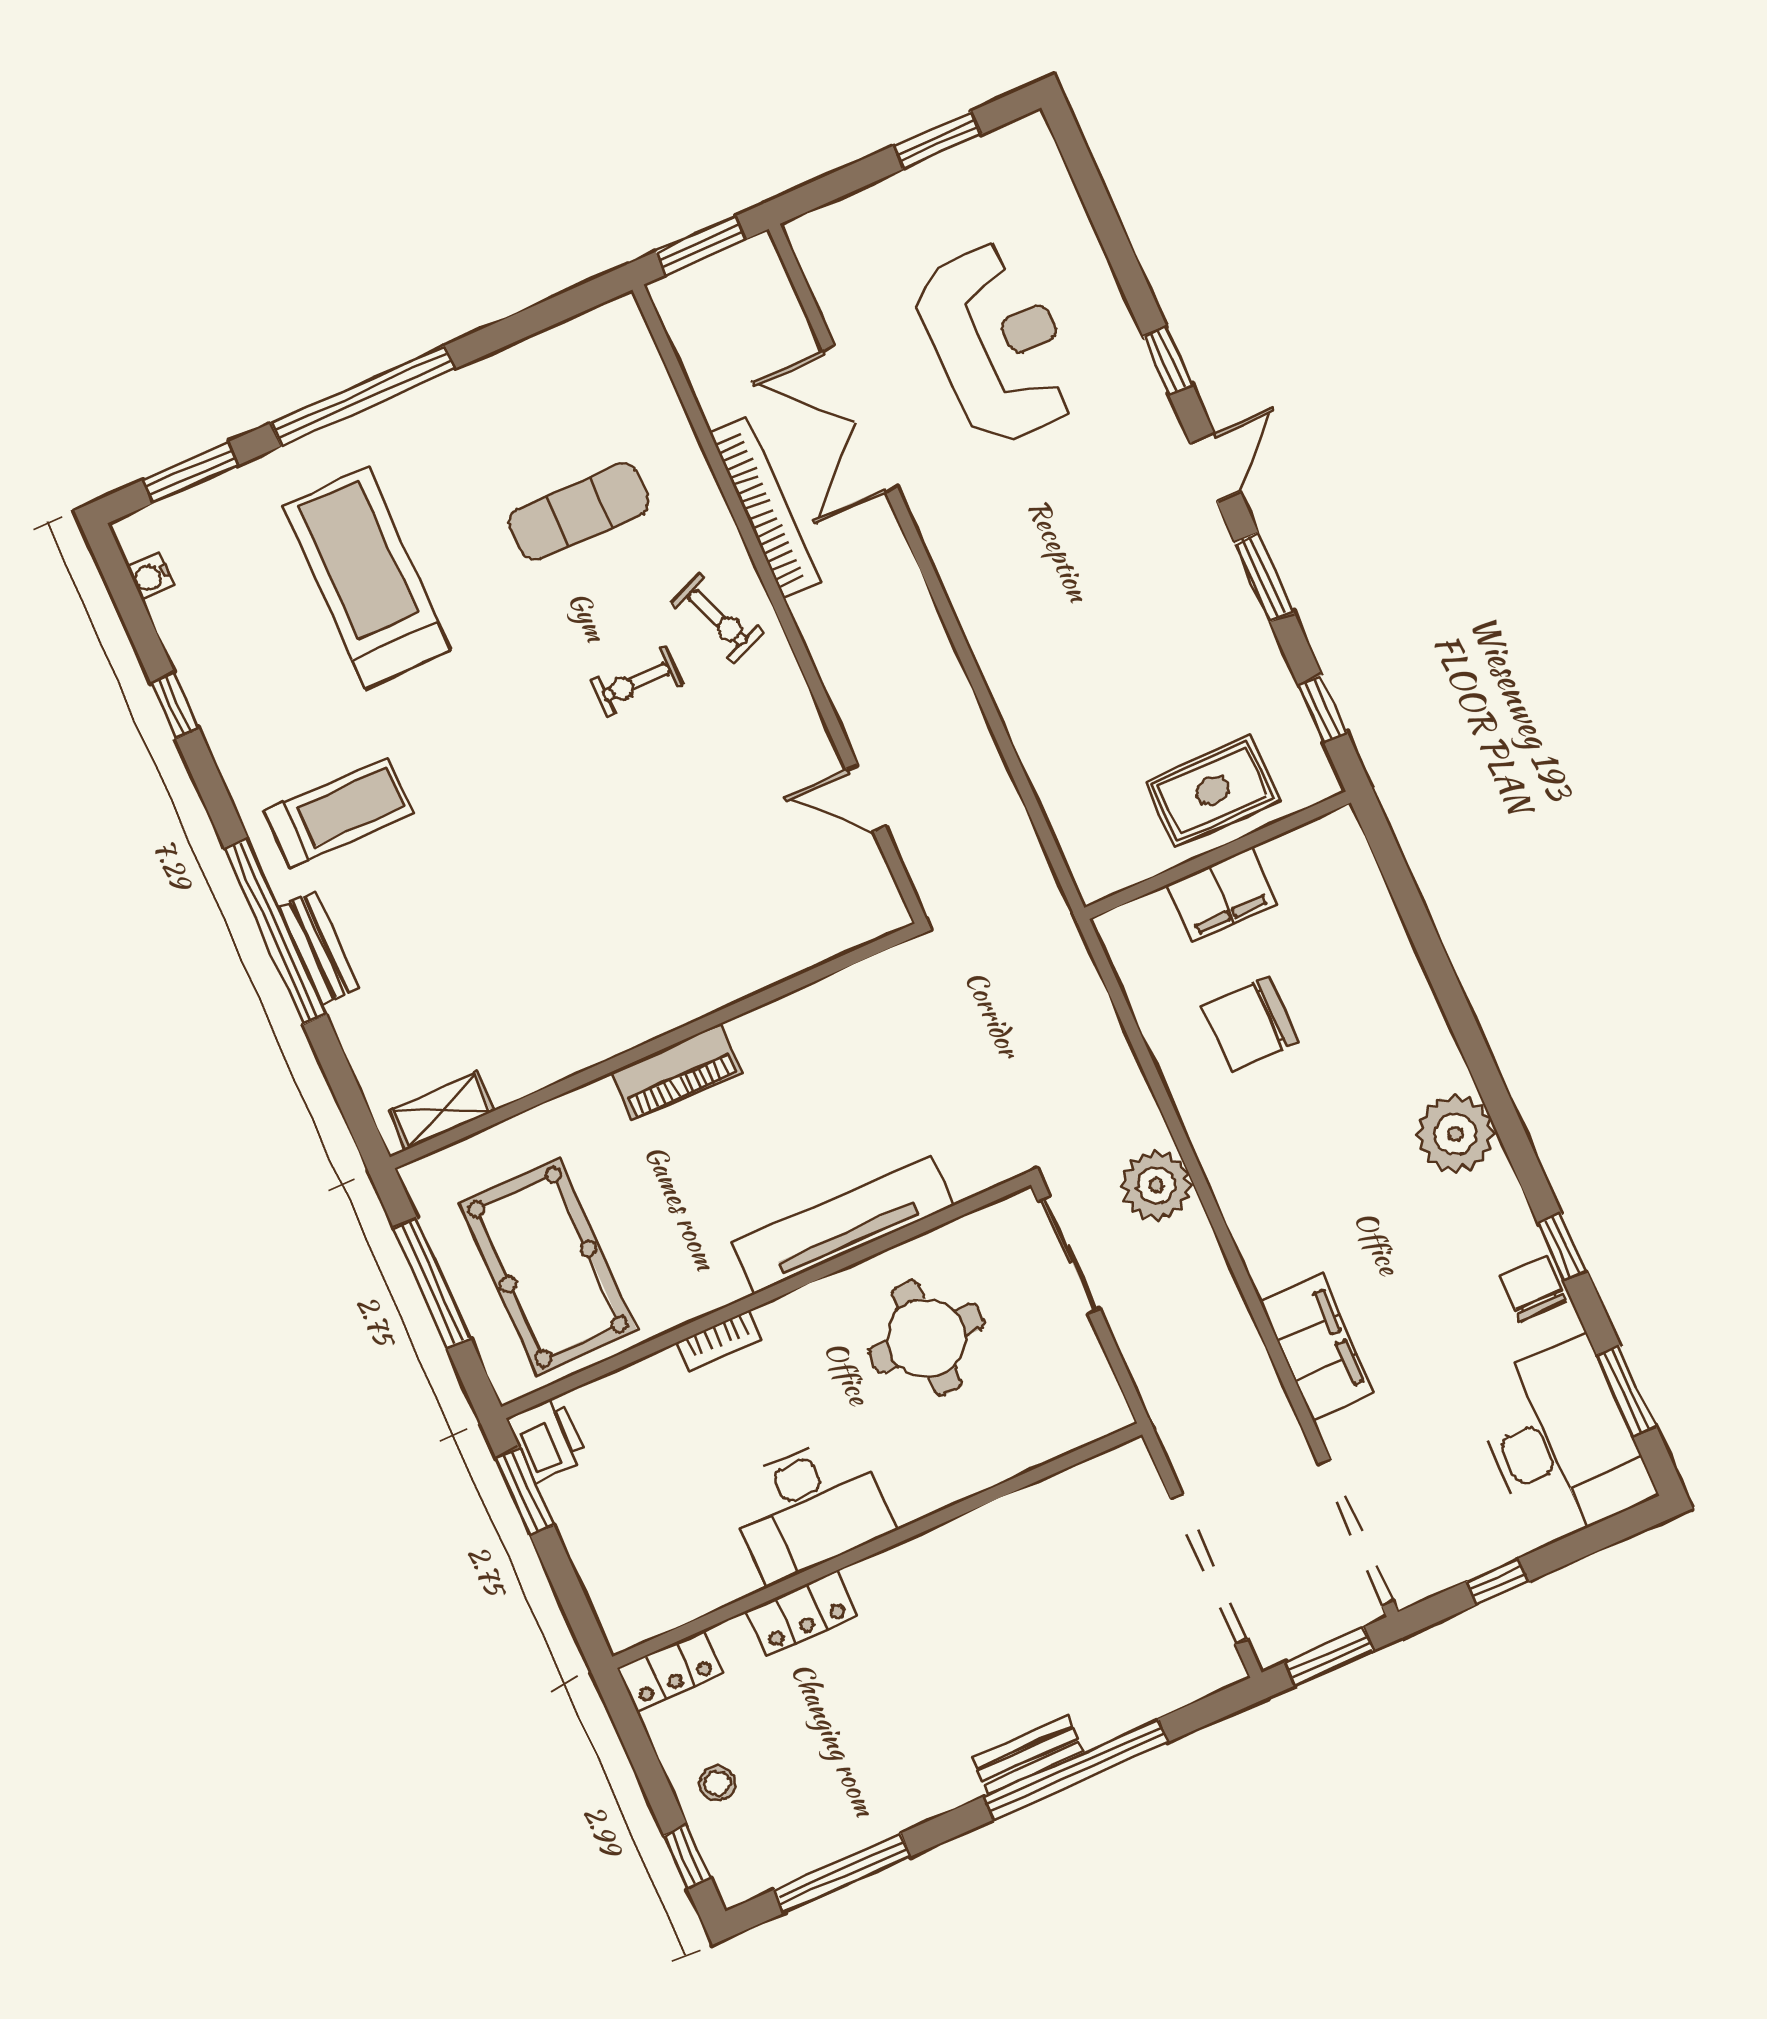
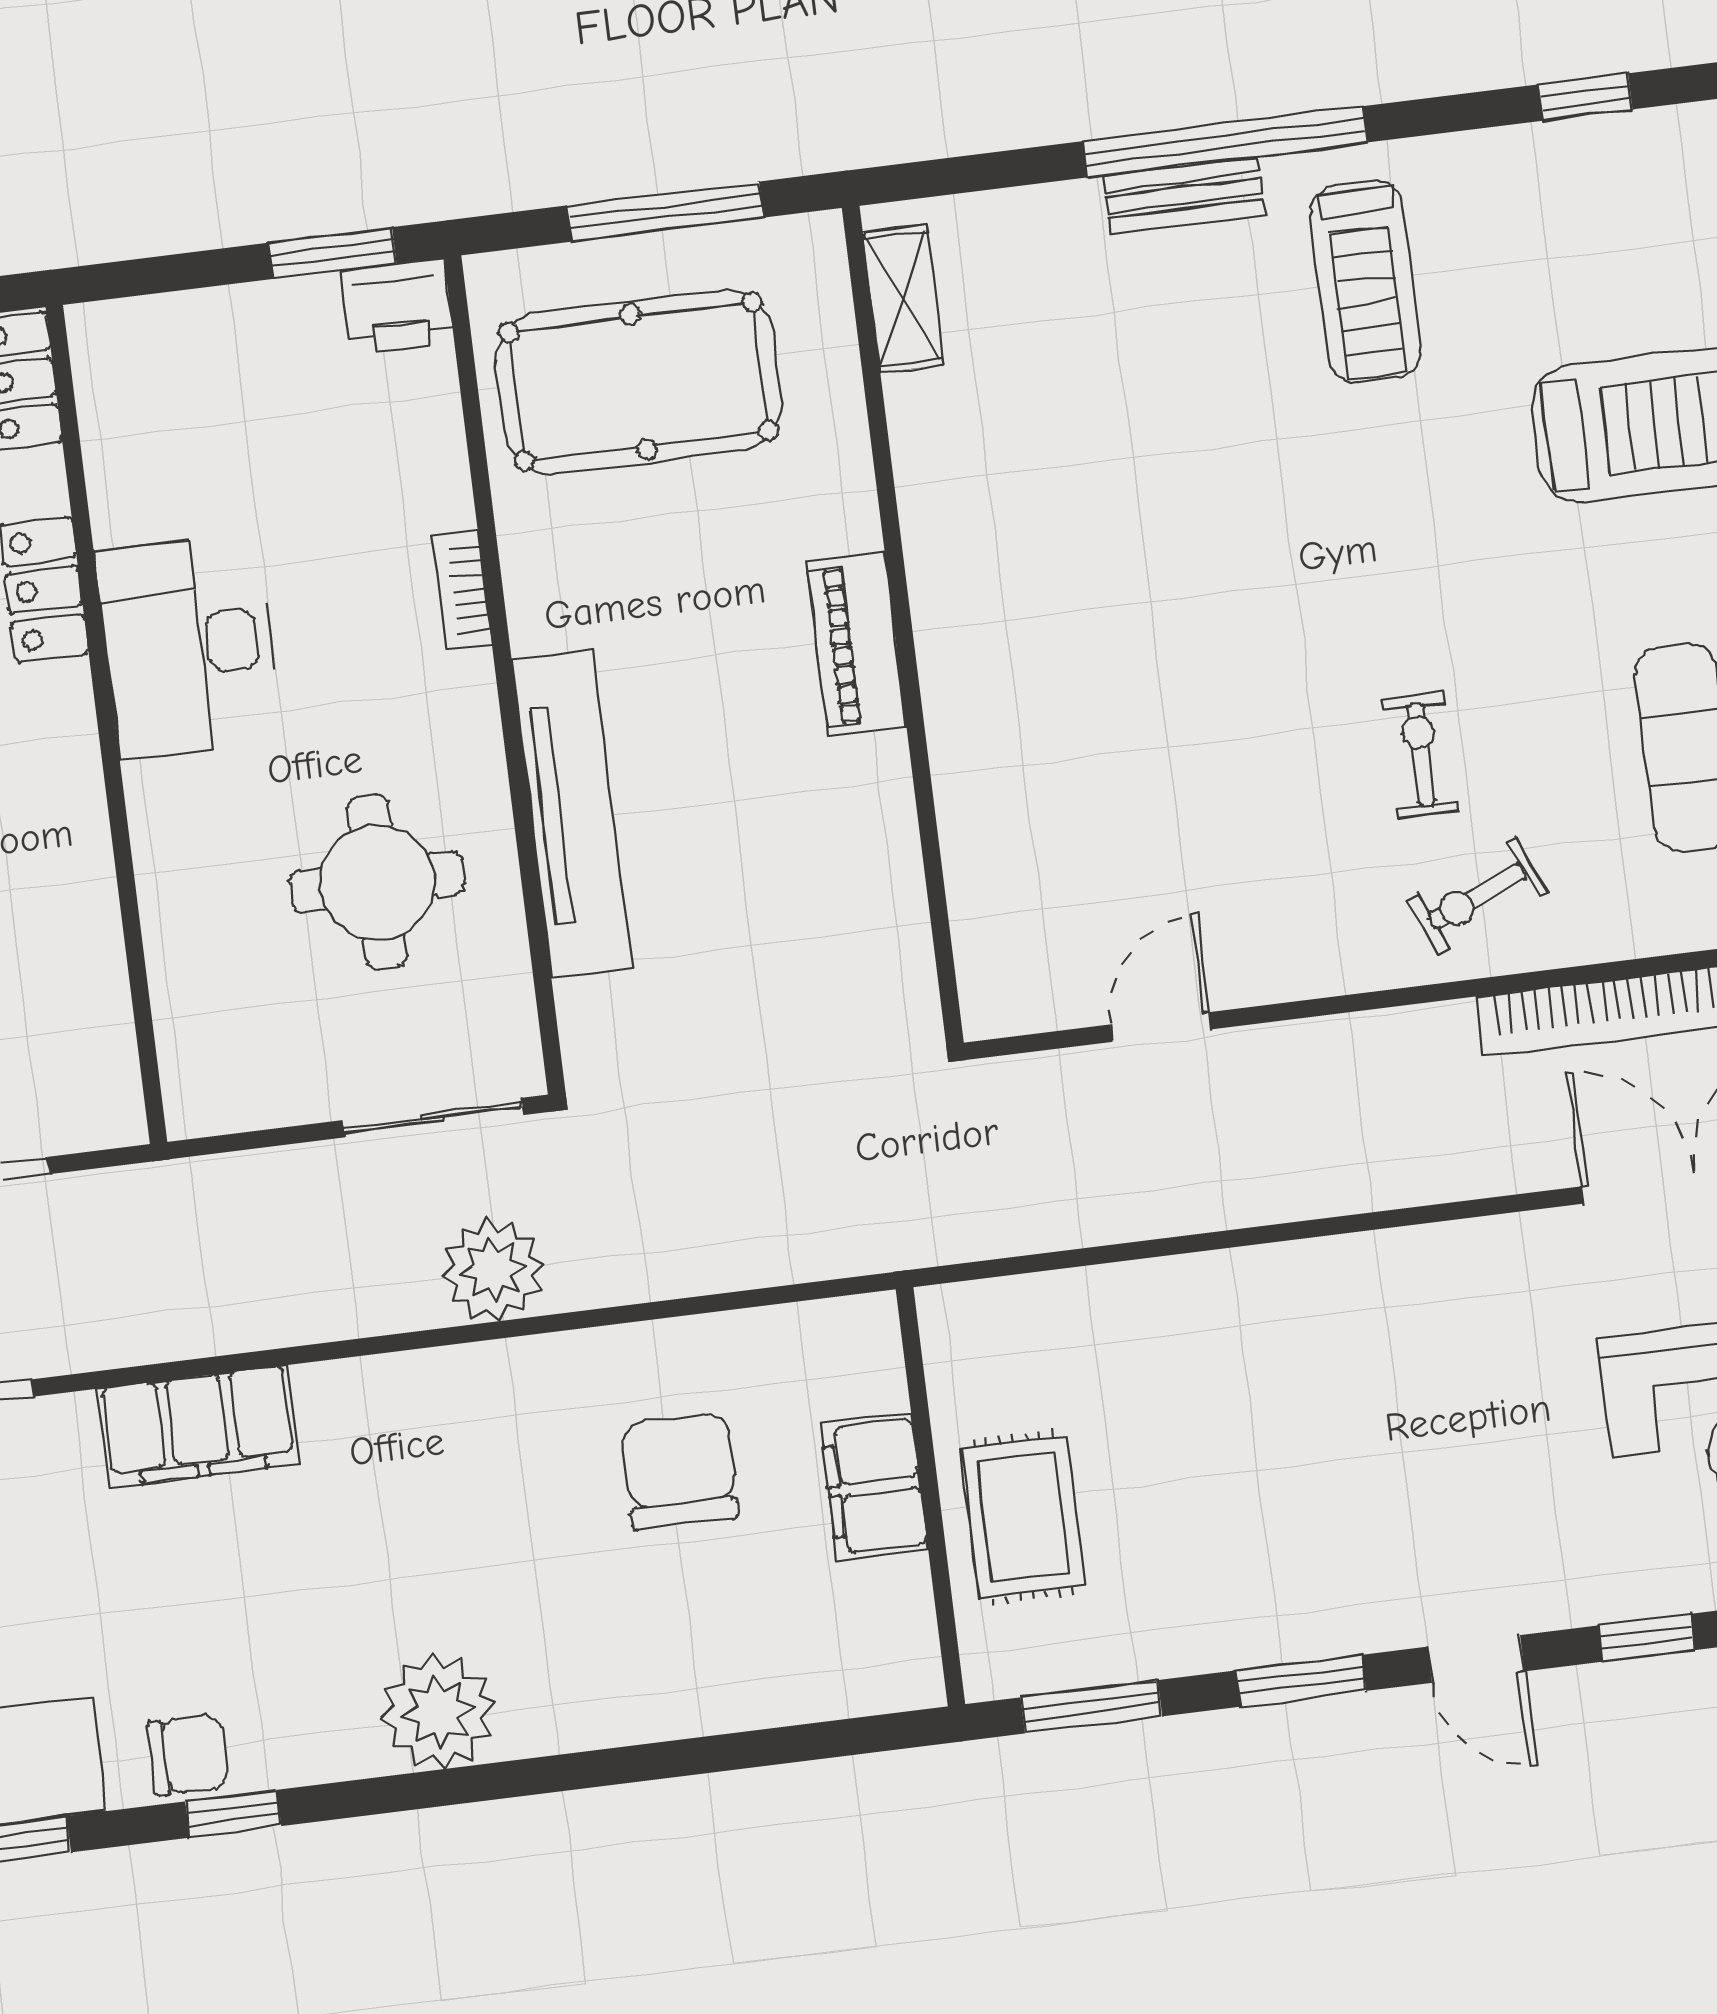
window: (1323, 709) -> (1091, 1707), width x1.50

